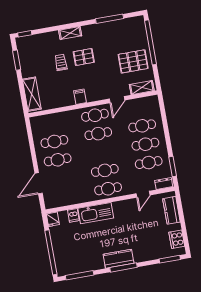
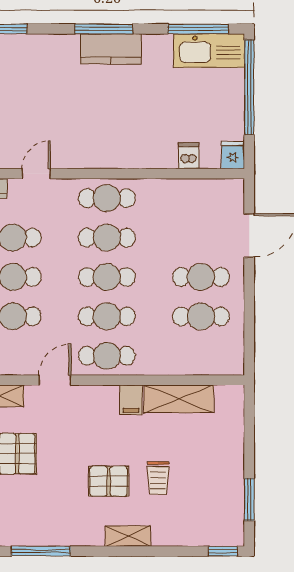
shelving: (32, 94) -> (179, 399), moved, turned 90
cafe table: (102, 152) -> (107, 277), added
kitchen sink: (96, 213) -> (209, 51), moved, turned 180

